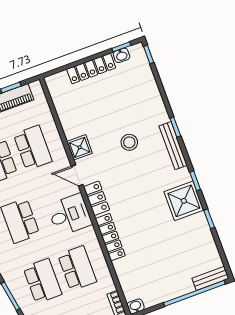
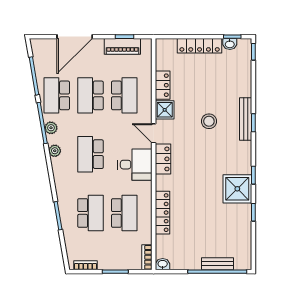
locker: (68, 123) -> (163, 85), added
bench: (173, 146) -> (246, 119), moved
locker: (110, 237) -> (163, 213), moved
bench: (210, 278) -> (217, 264), moved

